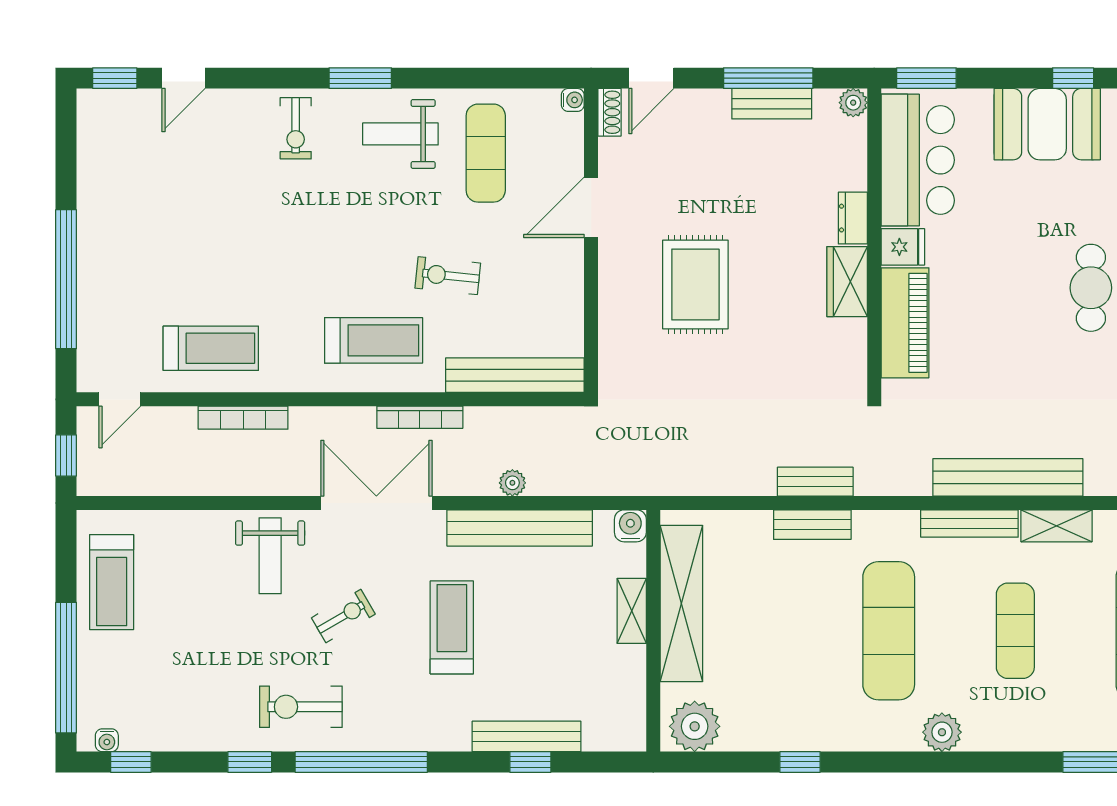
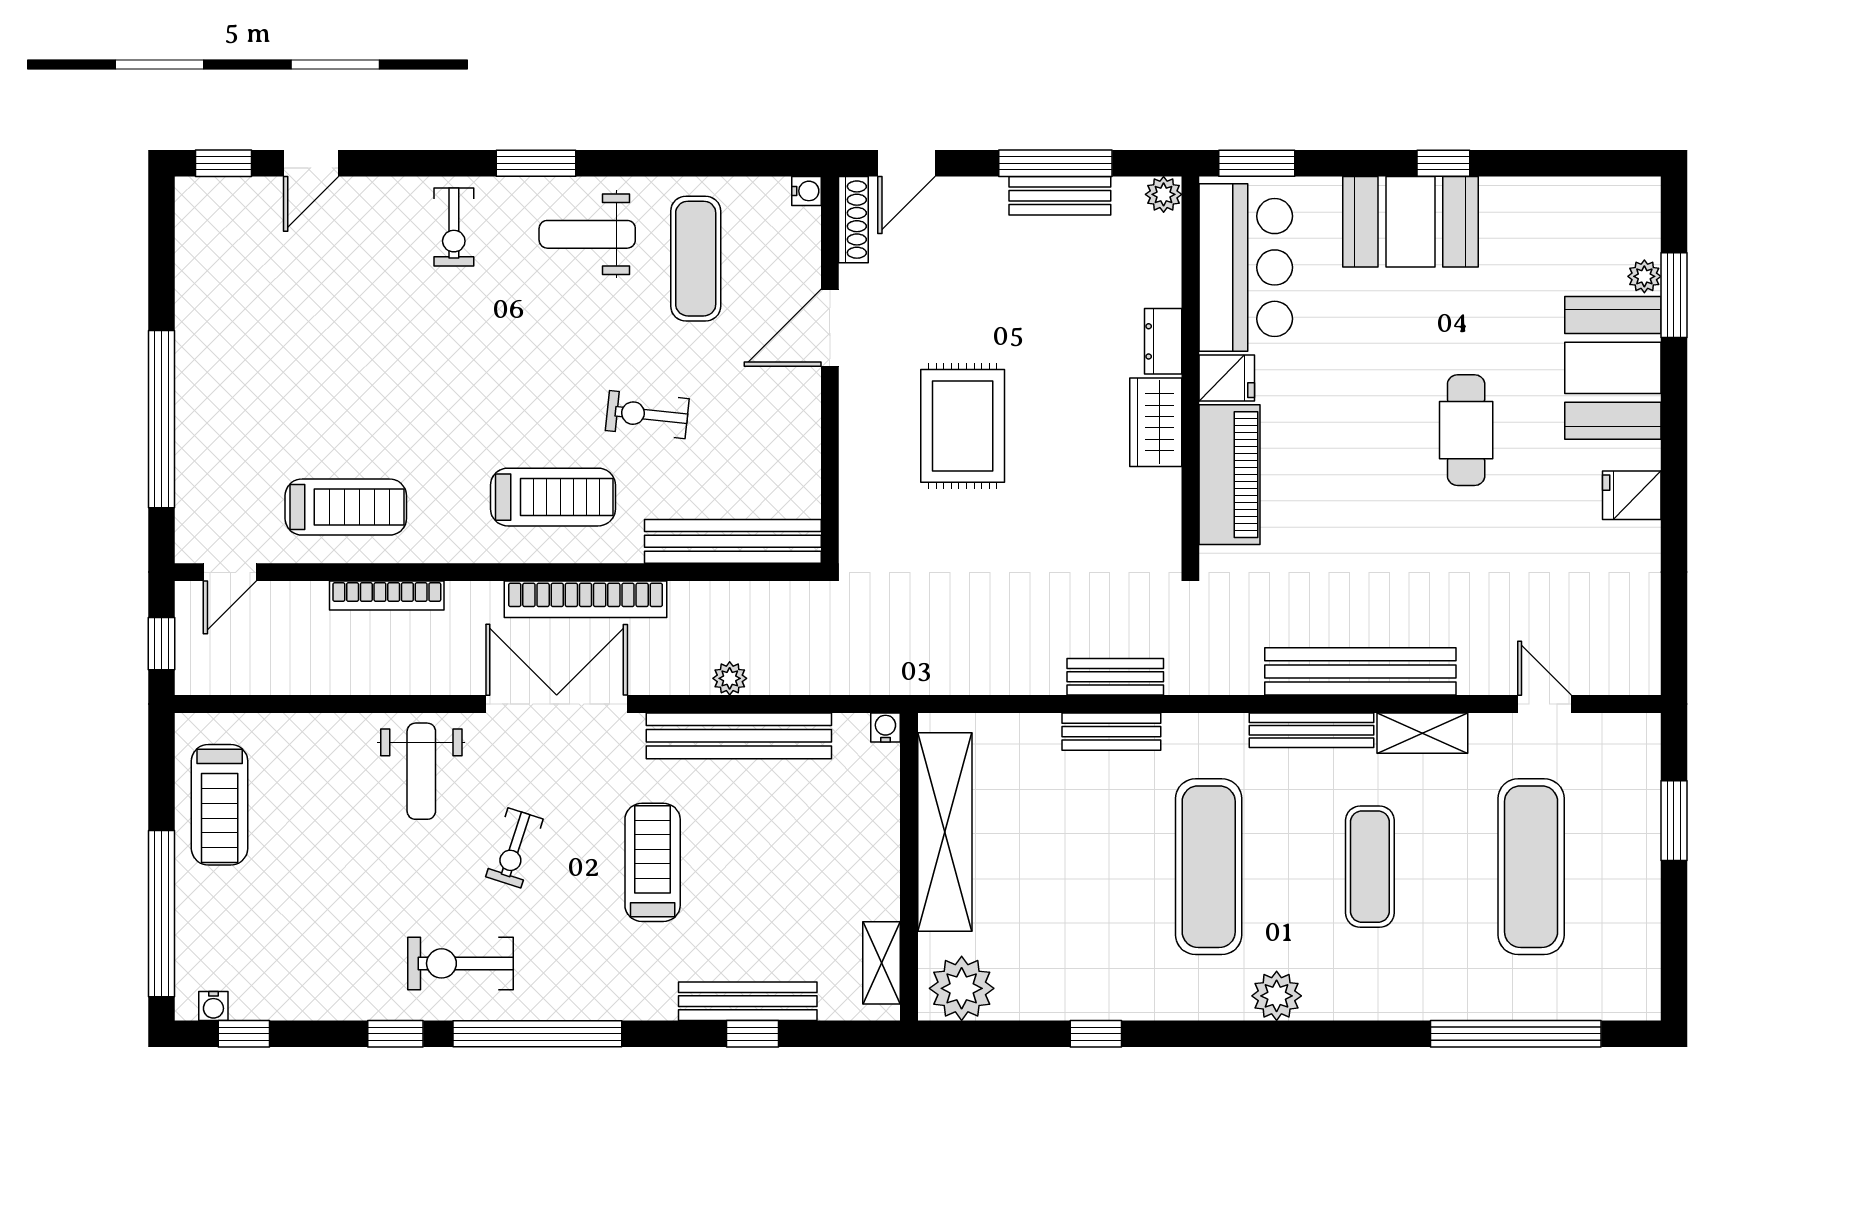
shoe rack: (610, 112) -> (853, 220), width x1.43
bookcase: (420, 417) -> (586, 599), width x1.48, depth x1.31
water cooler: (630, 526) -> (885, 727), width x0.72, depth x0.72
shelving: (632, 611) -> (882, 963), moved
exercise bike: (343, 616) -> (514, 848), turned 138

